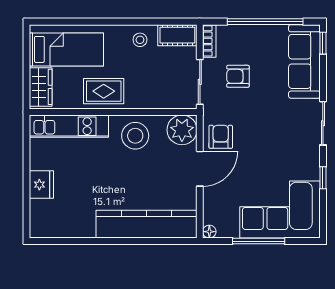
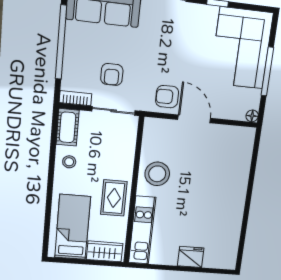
plant: (182, 130) -> (157, 132), removed
kitchen counter: (147, 224) -> (237, 171), removed

